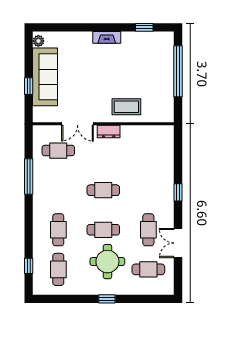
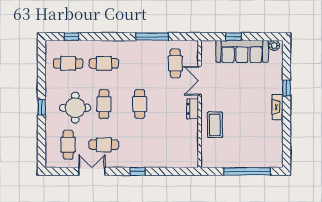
window: (144, 27) -> (287, 88), moved

